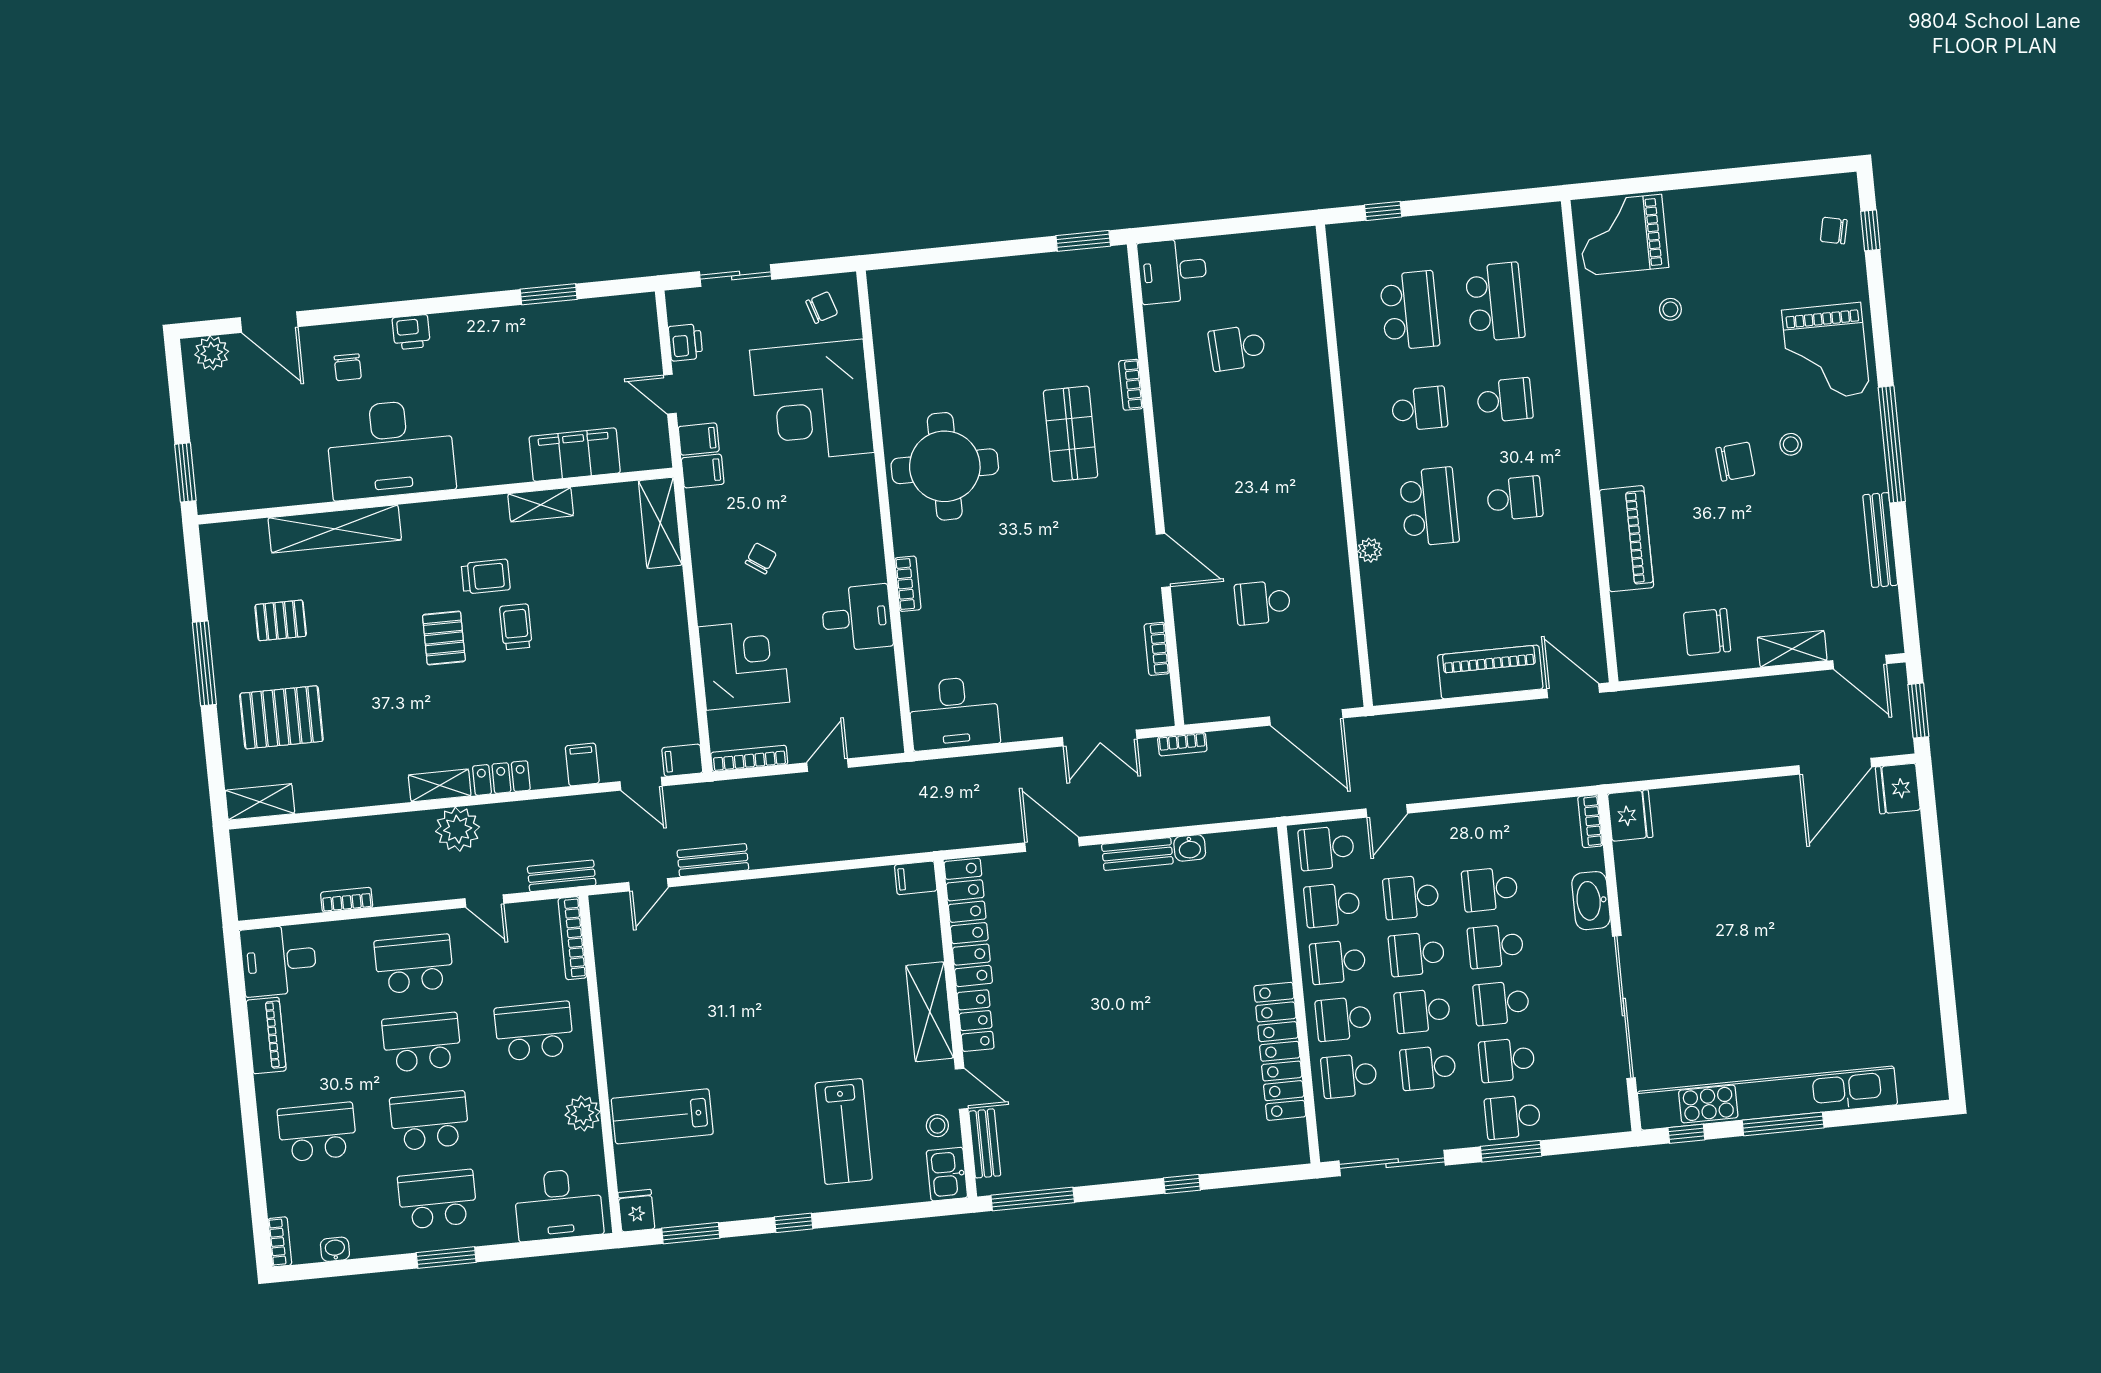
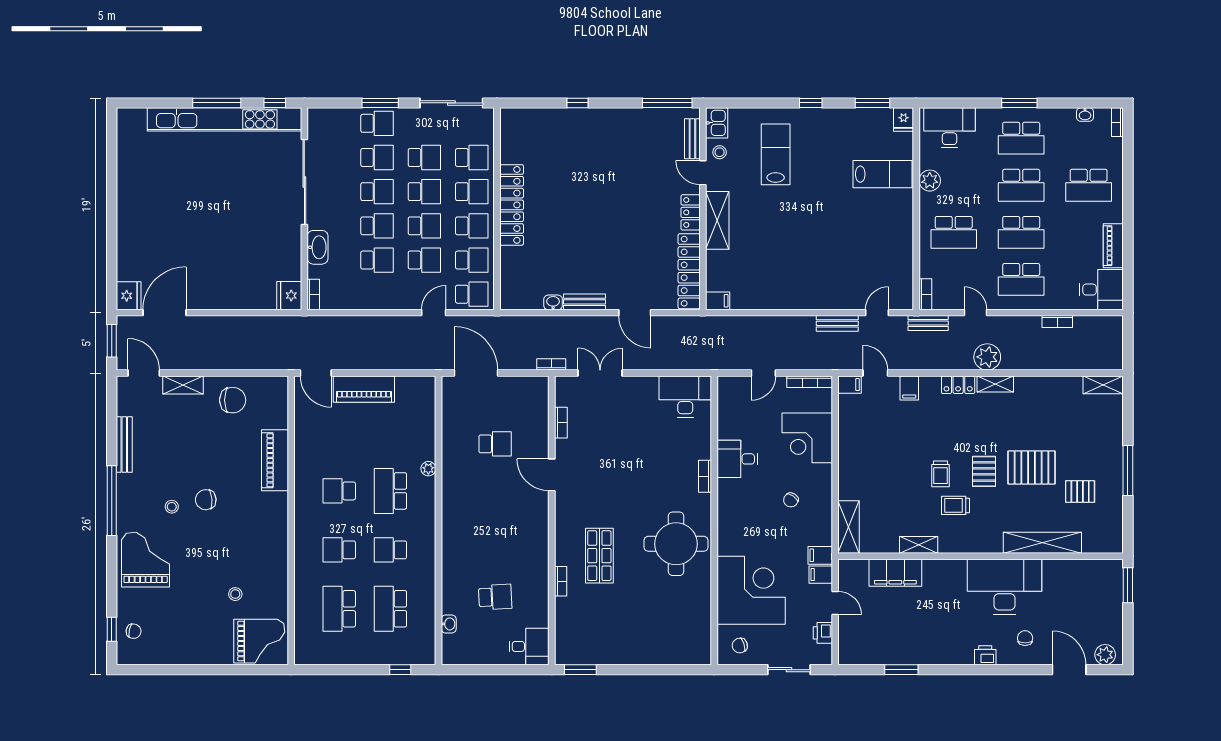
washbasin: (1310, 295) -> (449, 624), added
pallet: (281, 717) -> (1031, 467), moved
bookcase: (572, 938) -> (925, 294), width x0.64
locker: (1280, 1051) -> (512, 205), moved

